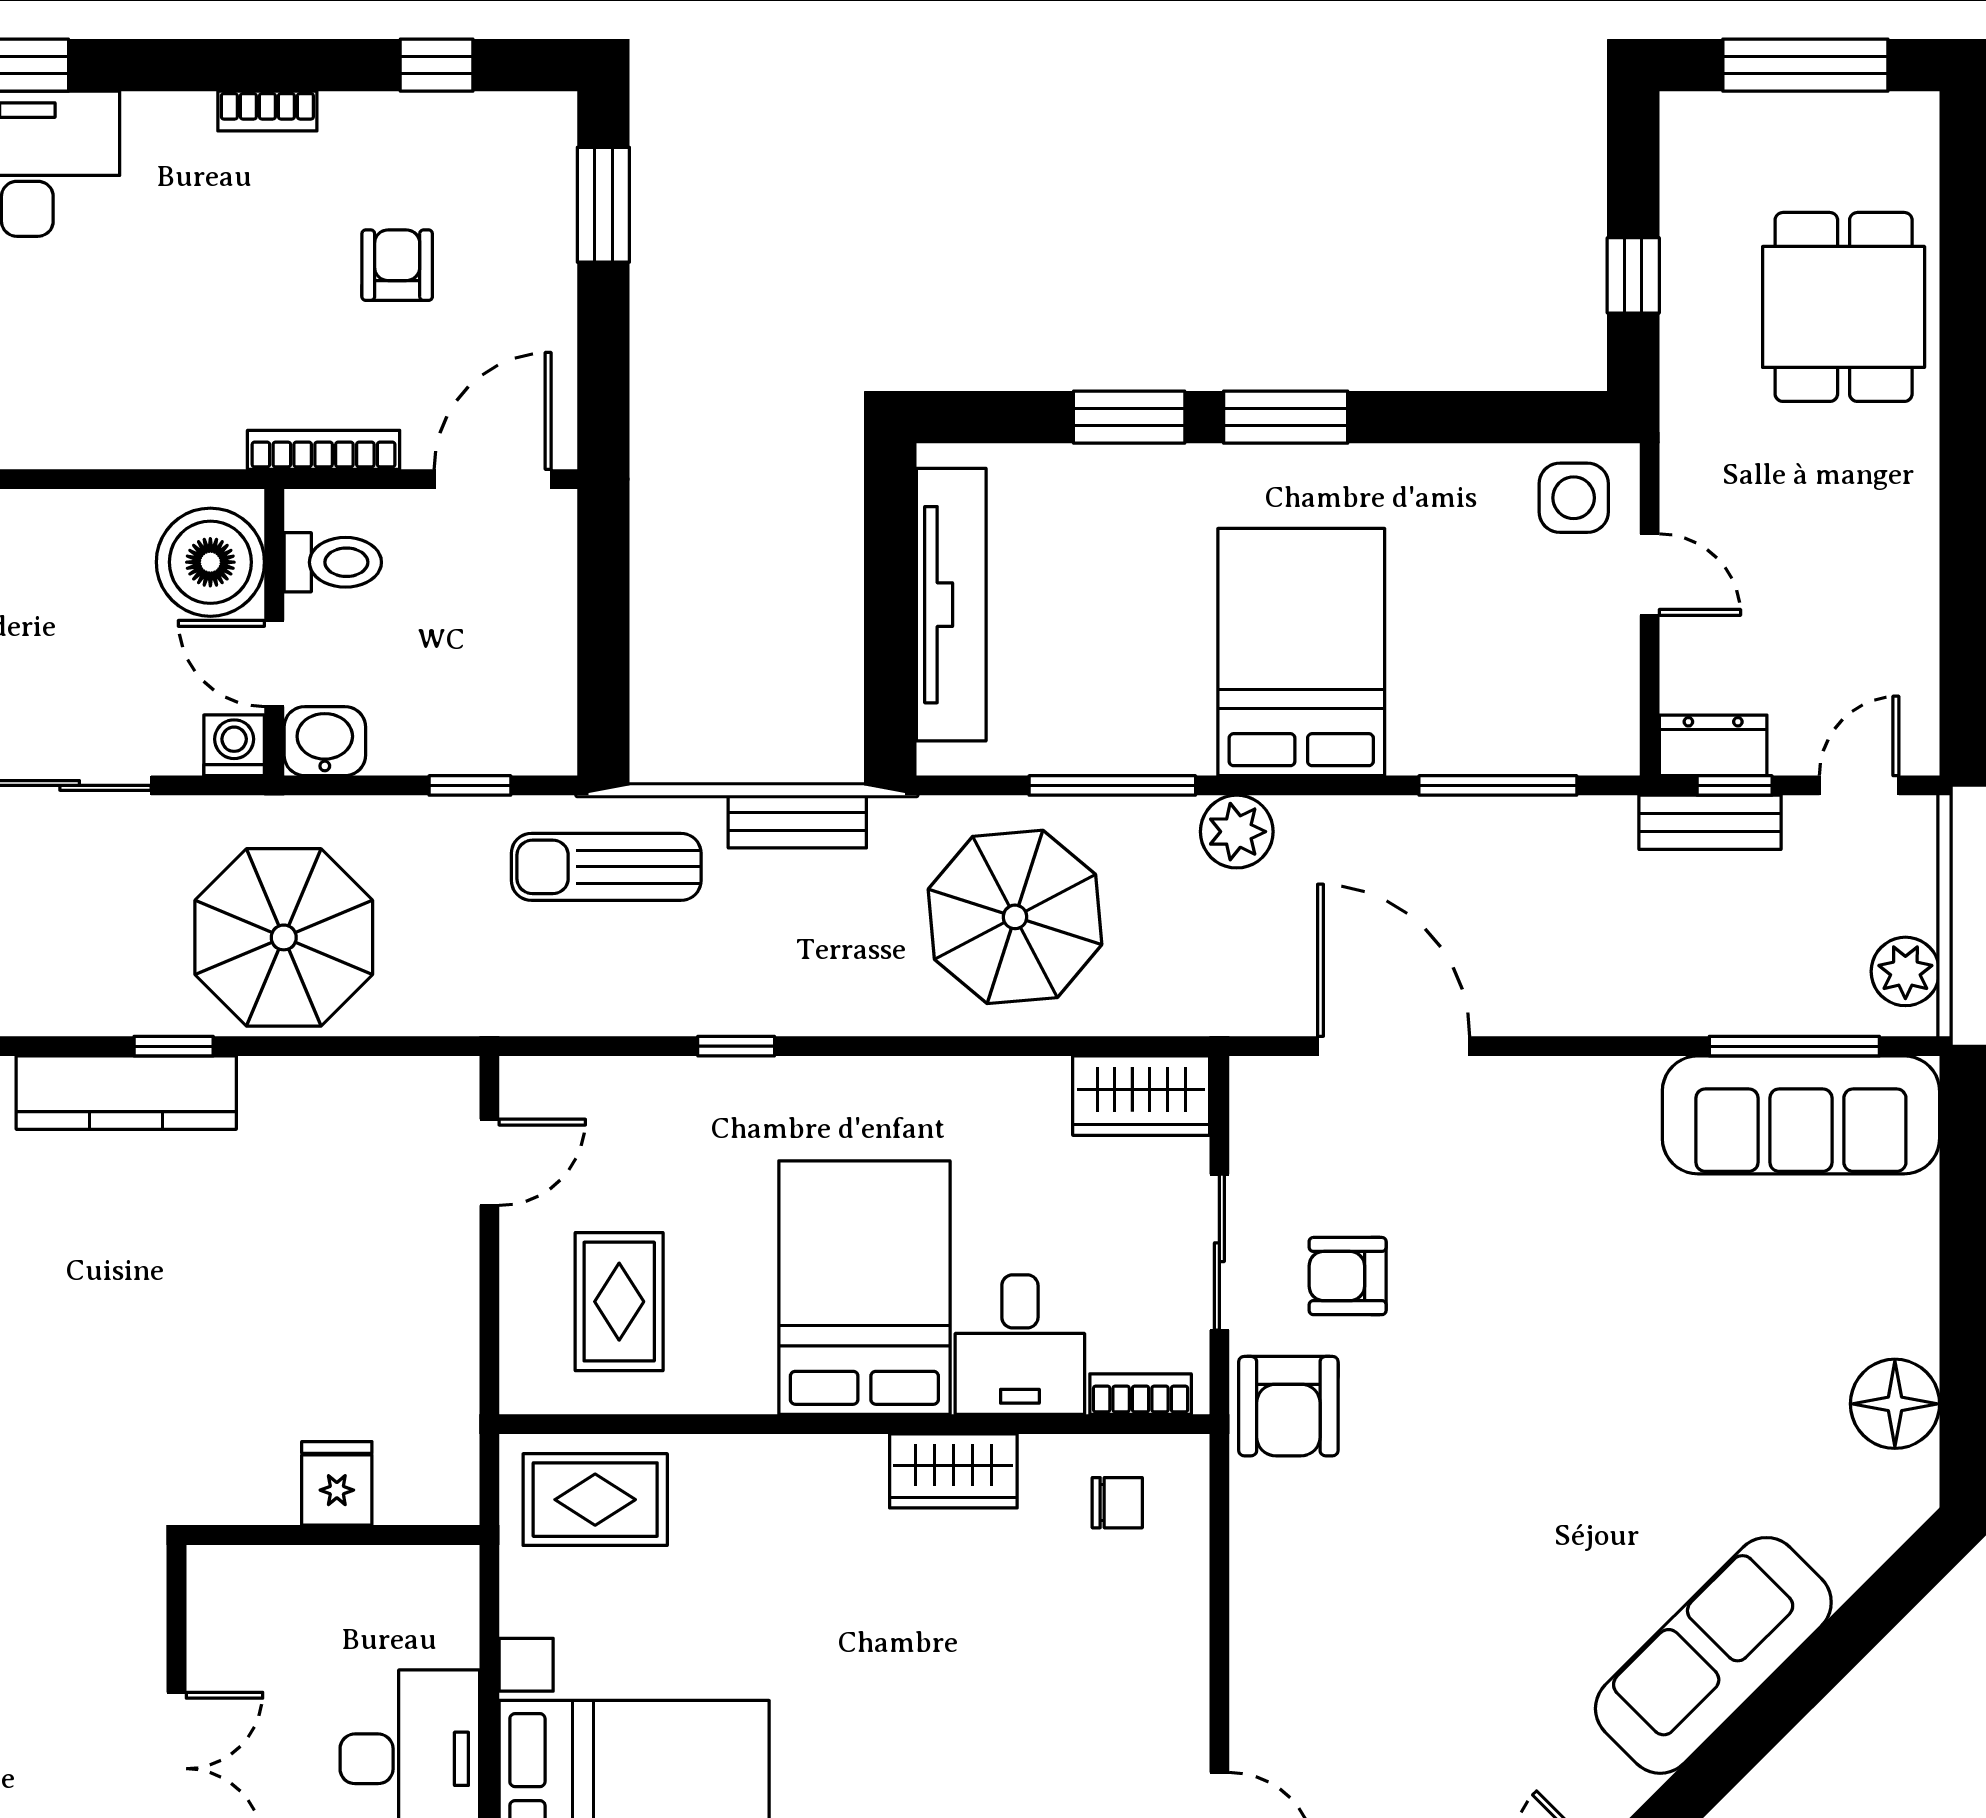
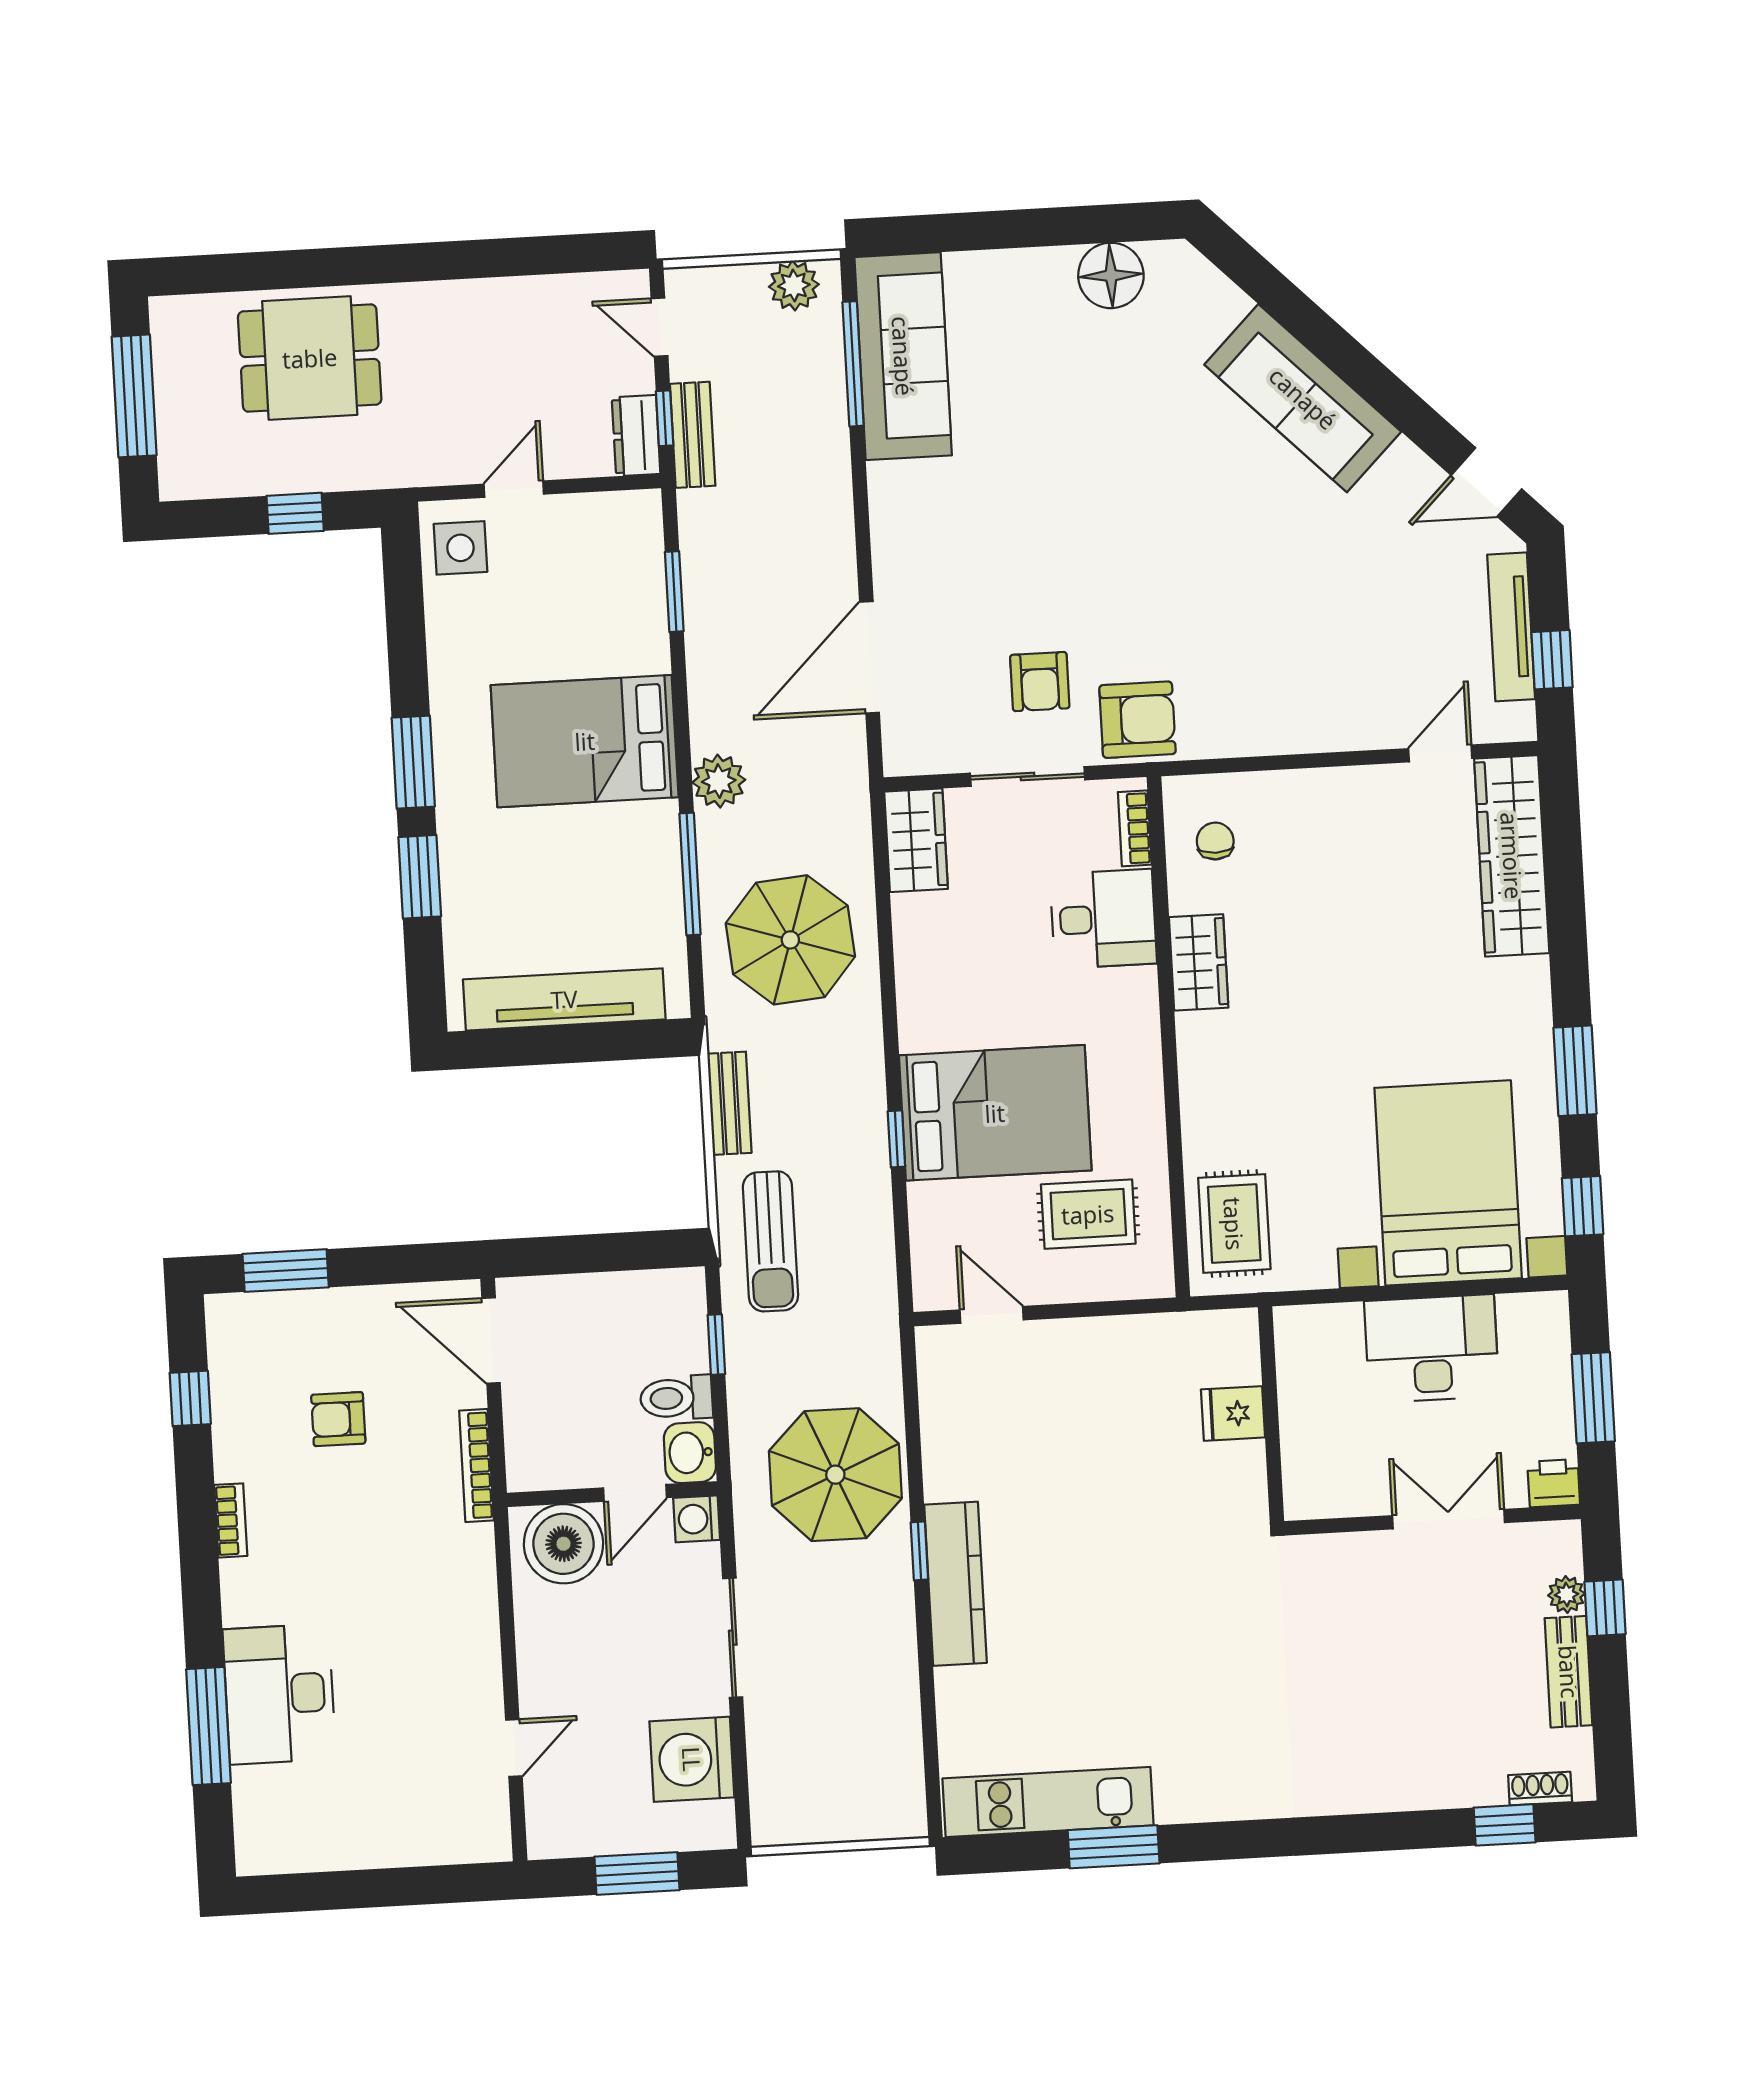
toilet: (333, 562) -> (676, 1398), moved, turned -90
window: (1498, 785) -> (674, 592), width x0.69
bed: (864, 1288) -> (995, 1113), moved, turned 180

